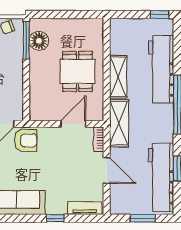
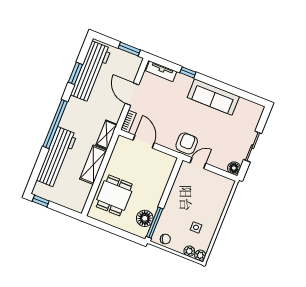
dining table: (78, 71) -> (114, 195), moved
shelving: (119, 123) -> (107, 135), width x0.67, depth x0.75
door: (73, 124) -> (144, 142), swing flipped
armchair: (26, 140) -> (187, 143), turned 90
window: (143, 218) -> (129, 49), moved

